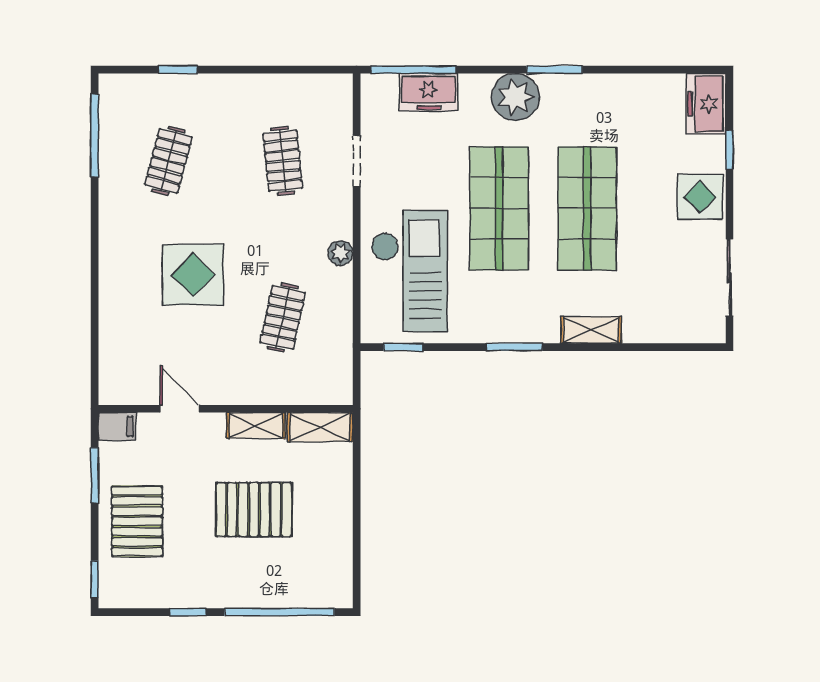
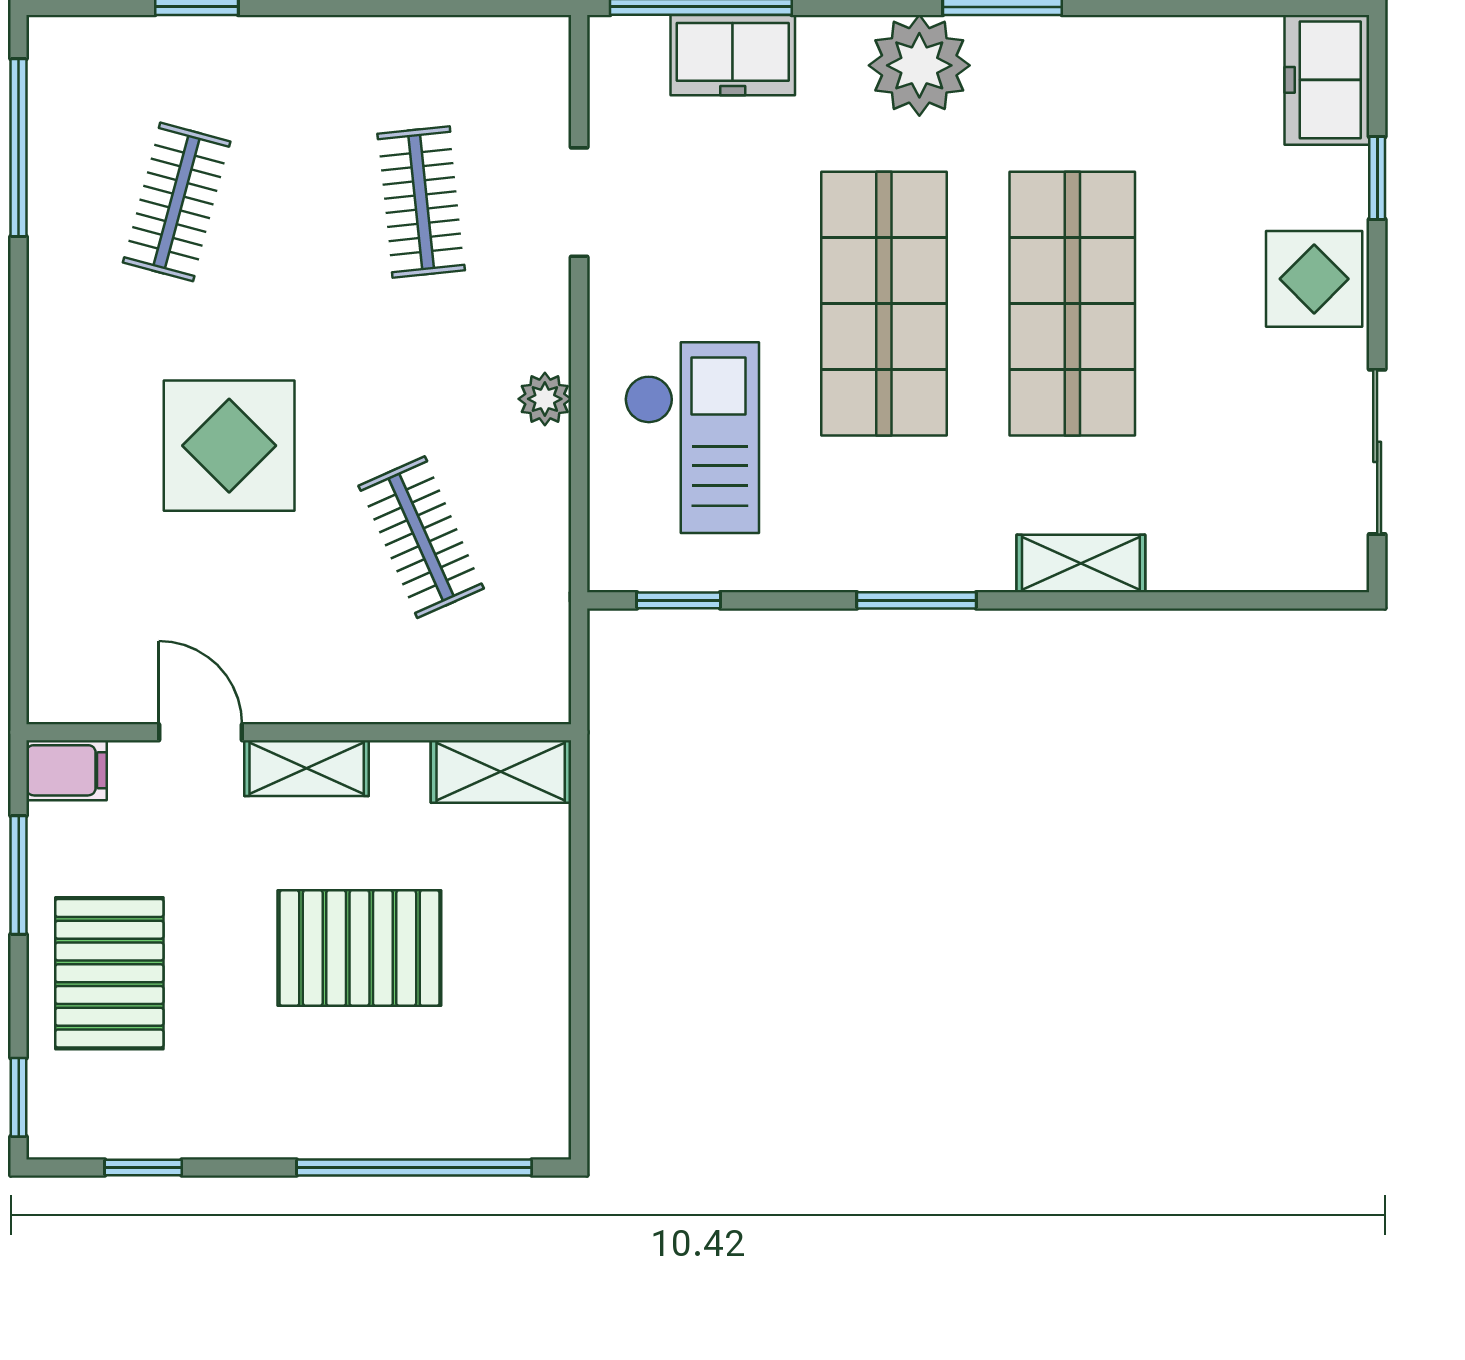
checkout: (409, 271) -> (692, 438), width x0.73, depth x0.83
clothes rail: (283, 318) -> (421, 537), turned -36
shelving: (256, 425) -> (307, 768), moved
window: (188, 612) -> (143, 1168), moved

